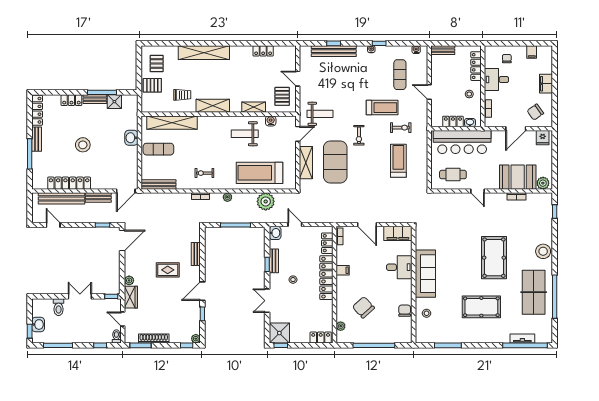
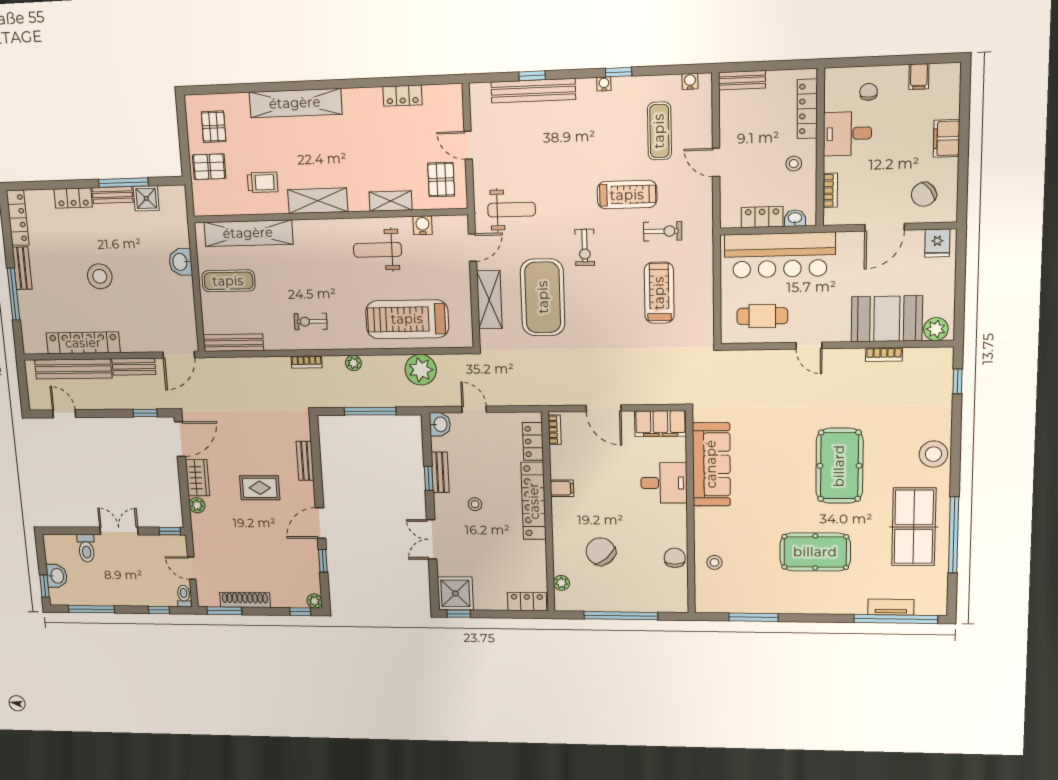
sofa: (425, 274) -> (711, 464), moved
wardrobe: (131, 297) -> (198, 478), moved

